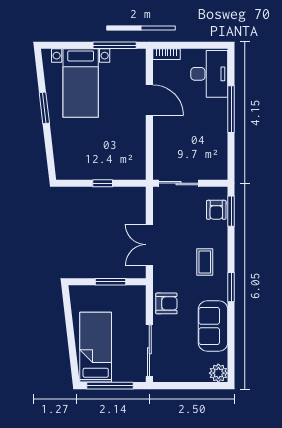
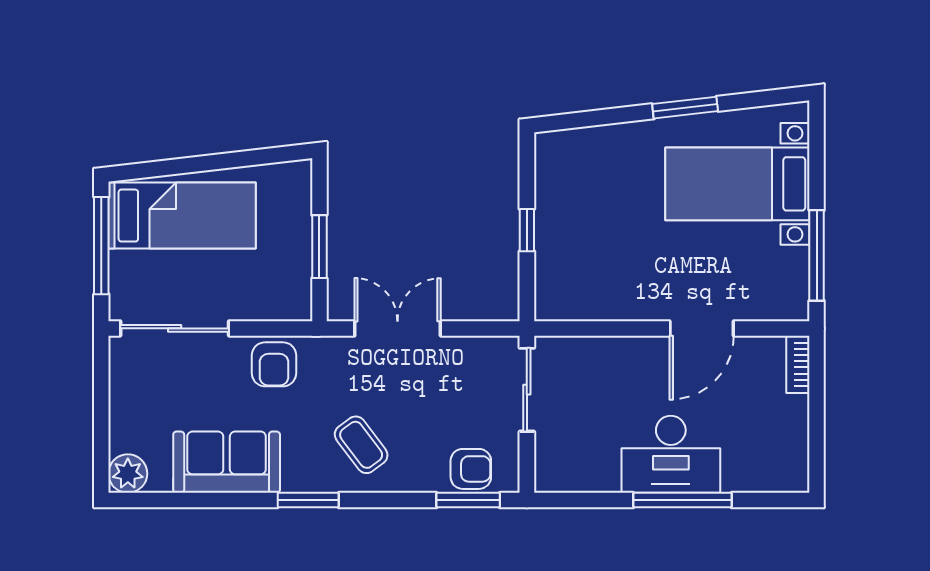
desk: (209, 74) -> (671, 454), moved
armchair: (216, 210) -> (471, 469), turned 180
coffee table: (205, 262) -> (361, 445), turned 53

